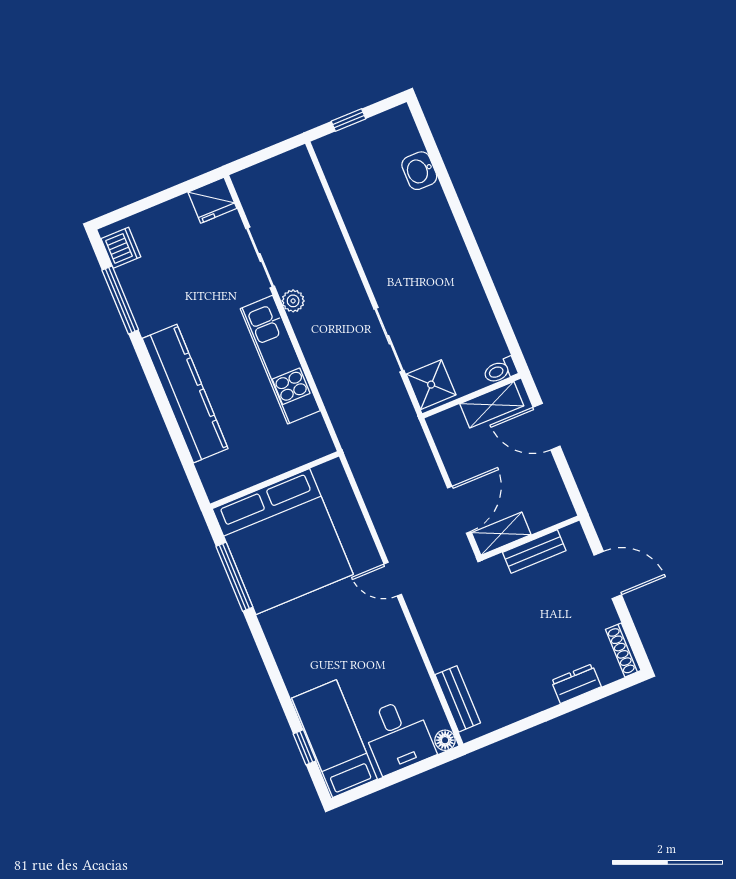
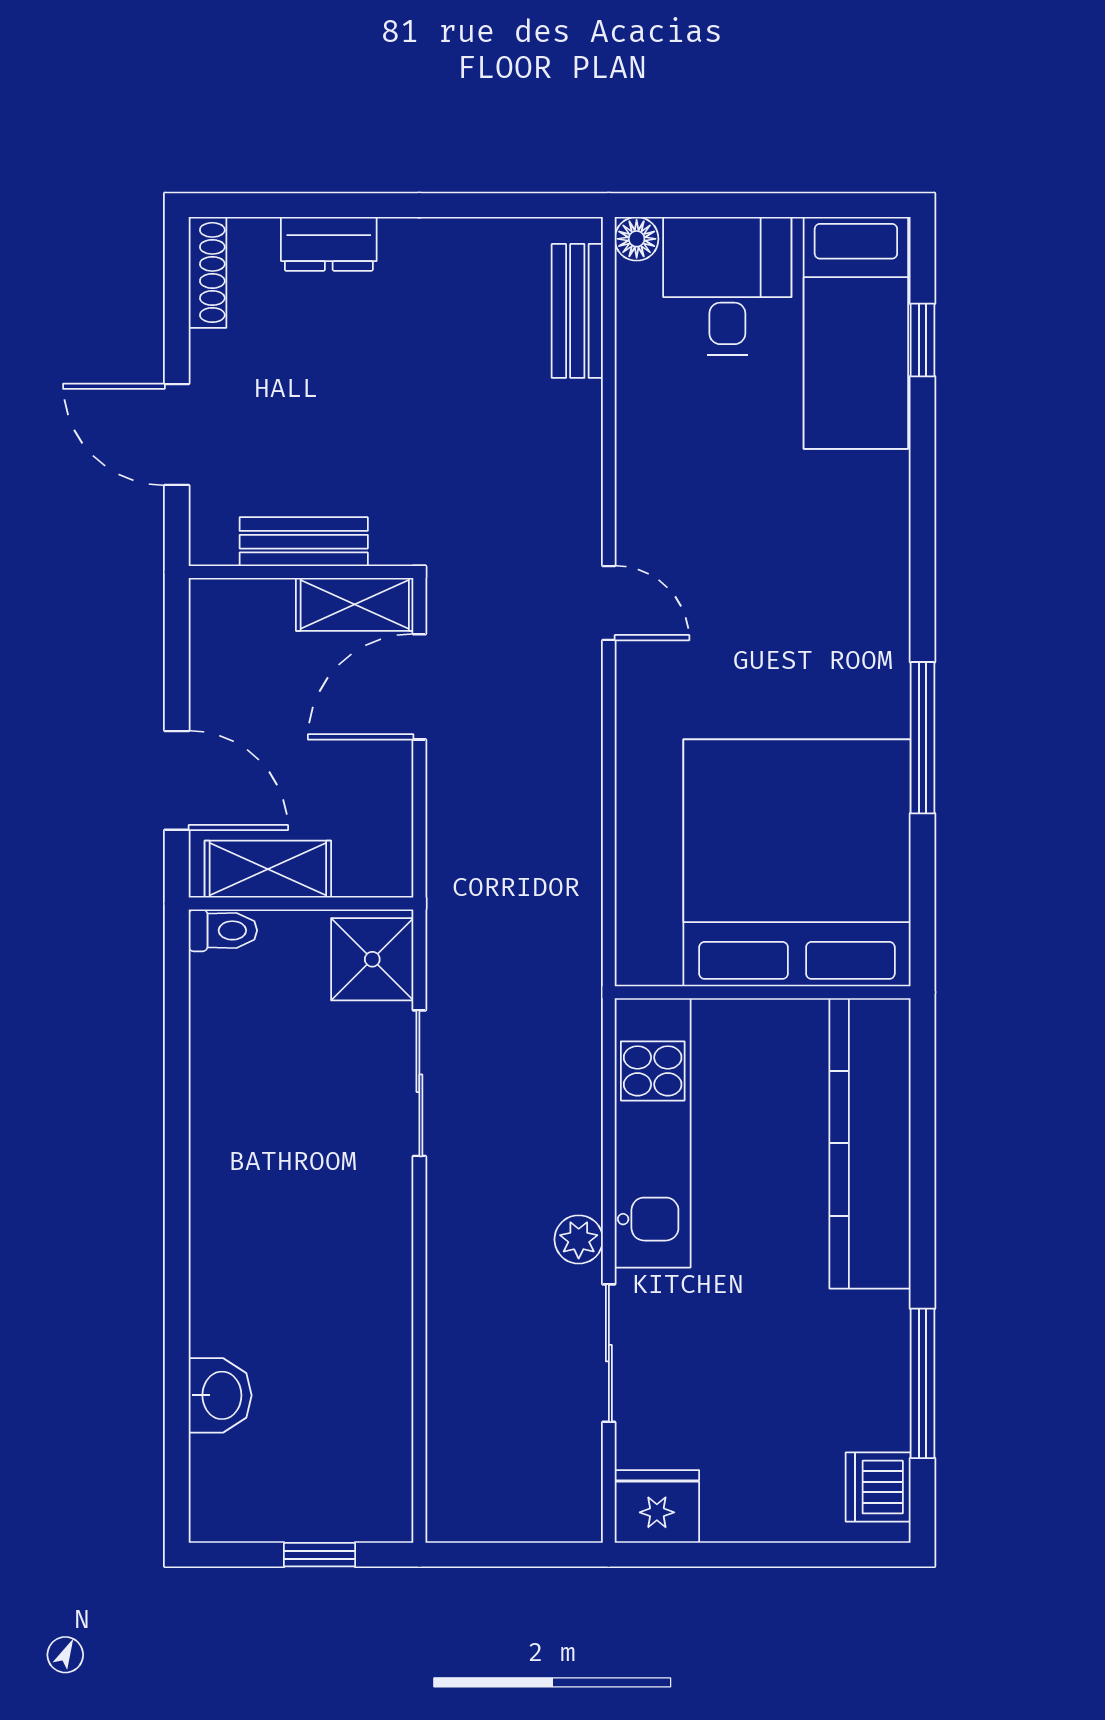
wall: (275, 480) -> (763, 992), moved
bed: (283, 542) -> (797, 863), moved

